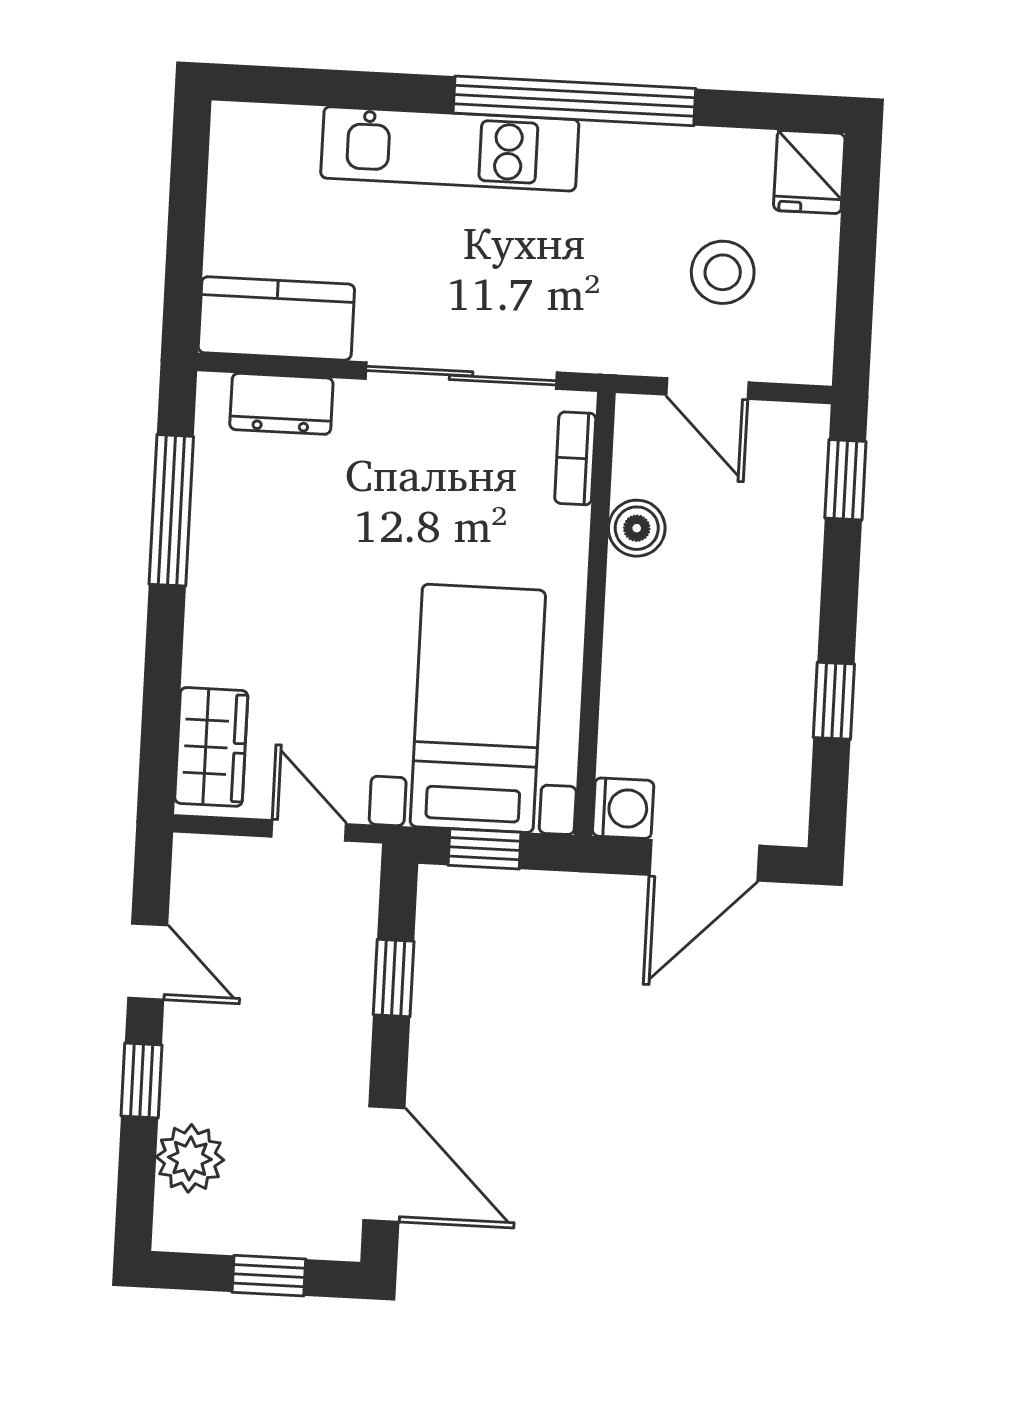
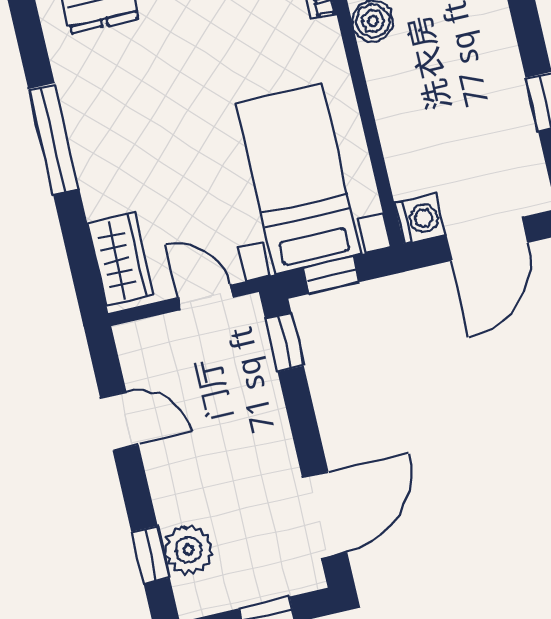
window: (171, 510) -> (54, 139), moved
window: (394, 978) -> (284, 342), moved
window: (141, 1080) -> (151, 555), moved
door: (384, 1164) -> (325, 515), hinge flipped

